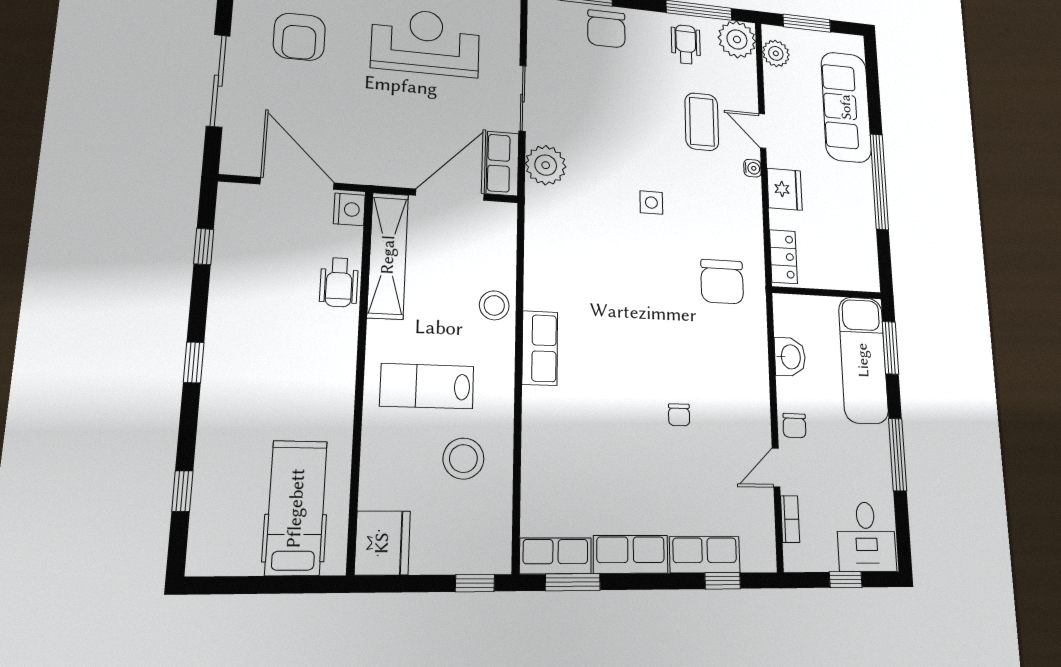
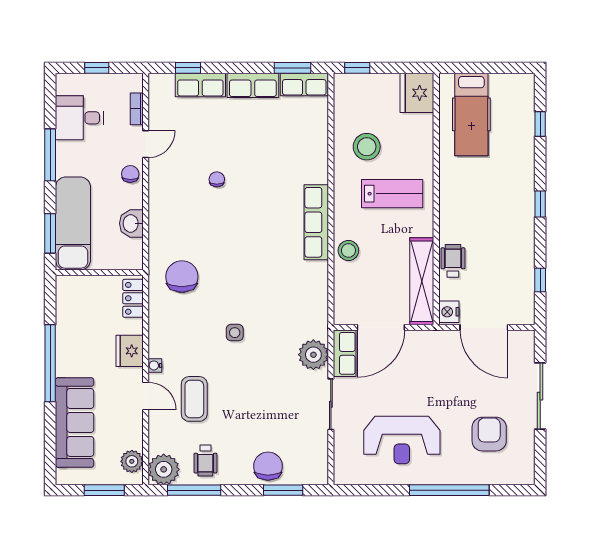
row of seats: (540, 348) -> (316, 222), width x1.48
desk: (866, 537) -> (79, 118), moved, turned -90

